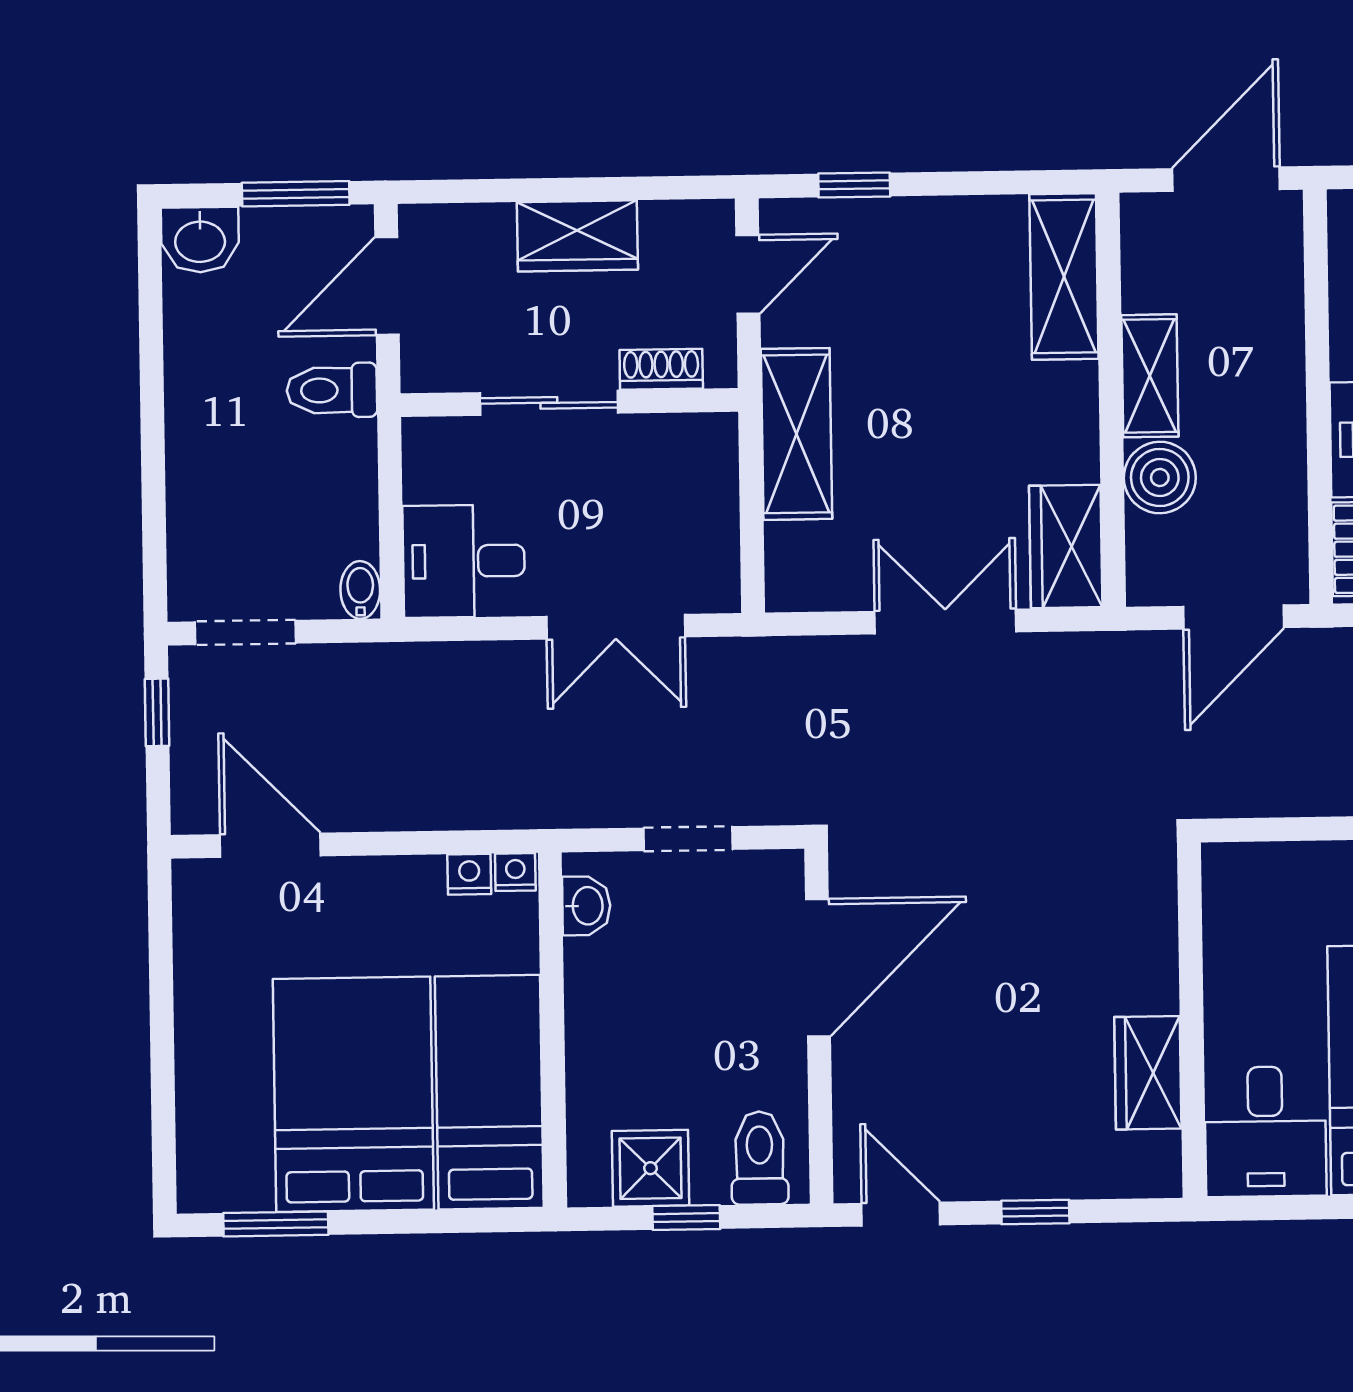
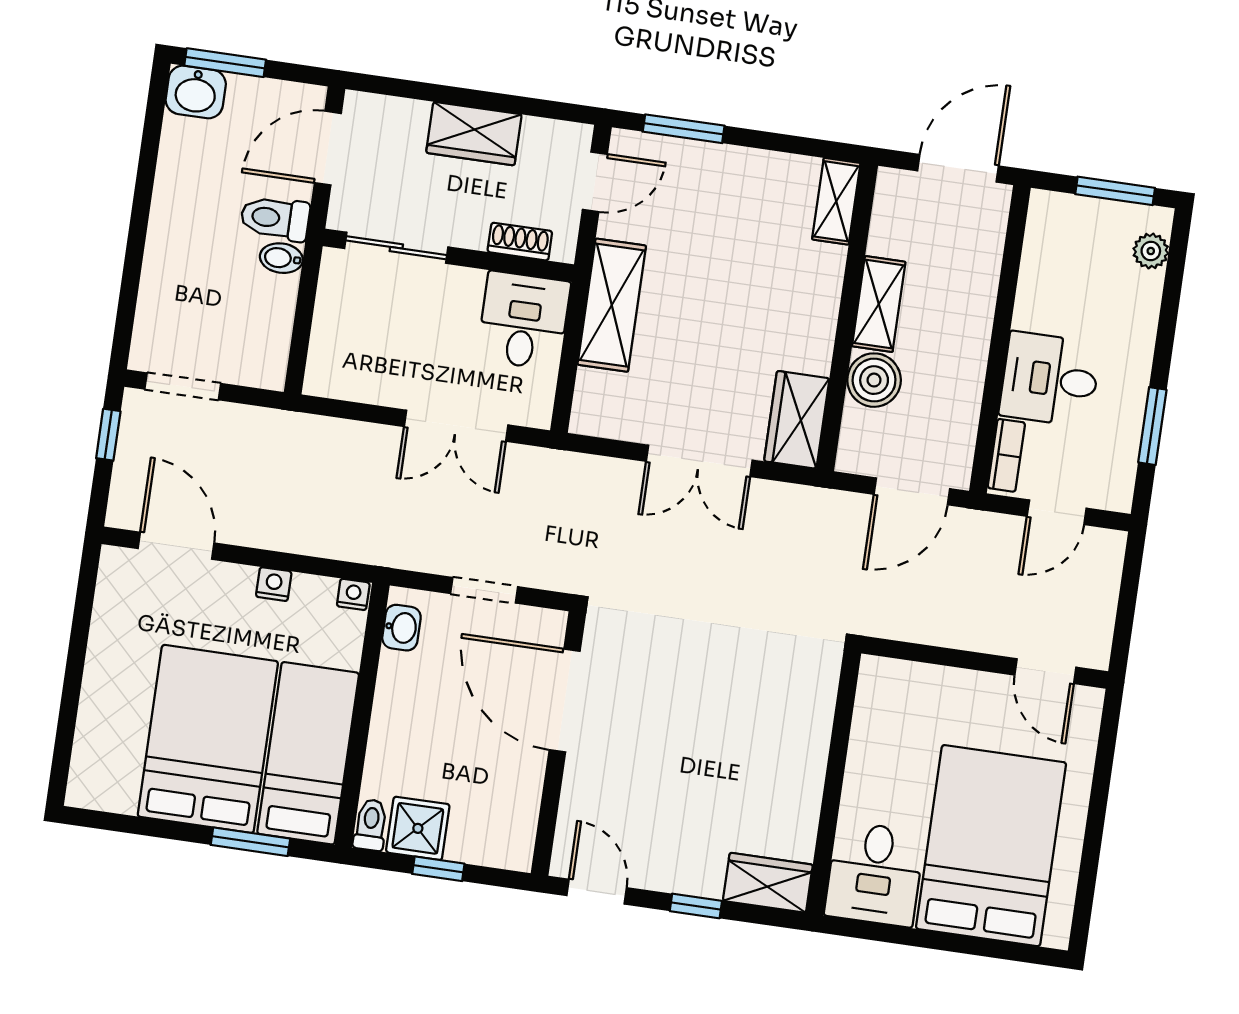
window: (854, 185) -> (684, 129), width x1.50
window: (296, 194) -> (225, 63), moved
shelving: (1064, 276) -> (836, 201), width x0.67, depth x0.75
sliding door: (549, 403) -> (396, 248), moved
desk: (464, 561) -> (524, 321), moved, turned 90
bidet: (360, 590) -> (281, 258), moved, turned -90
double door: (945, 622) -> (699, 461), swing flipped
nightstand: (469, 874) -> (274, 584), moved
door: (818, 968) -> (565, 700), swing flipped
wardrobe: (1148, 1073) -> (768, 883), moved, turned 90
toilet: (760, 1158) -> (371, 825), moved, width x0.73, depth x0.72
window: (276, 1224) -> (250, 842), moved

